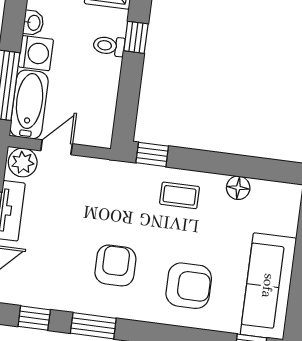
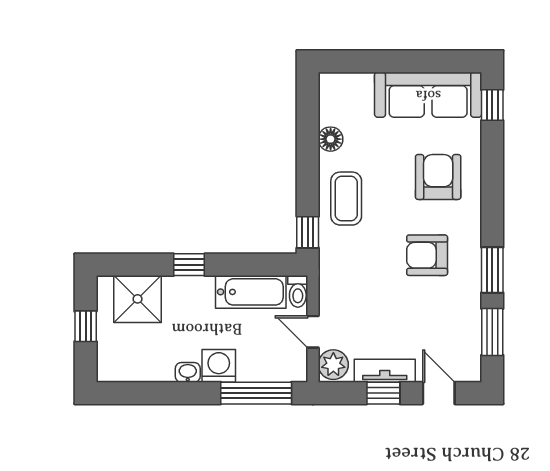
toilet: (109, 46) -> (298, 291), moved
bathtub: (29, 104) -> (251, 292), moved, turned 180
coffee table: (180, 195) -> (346, 199), width x1.36, depth x1.30
window: (34, 318) -> (492, 332), width x1.50

